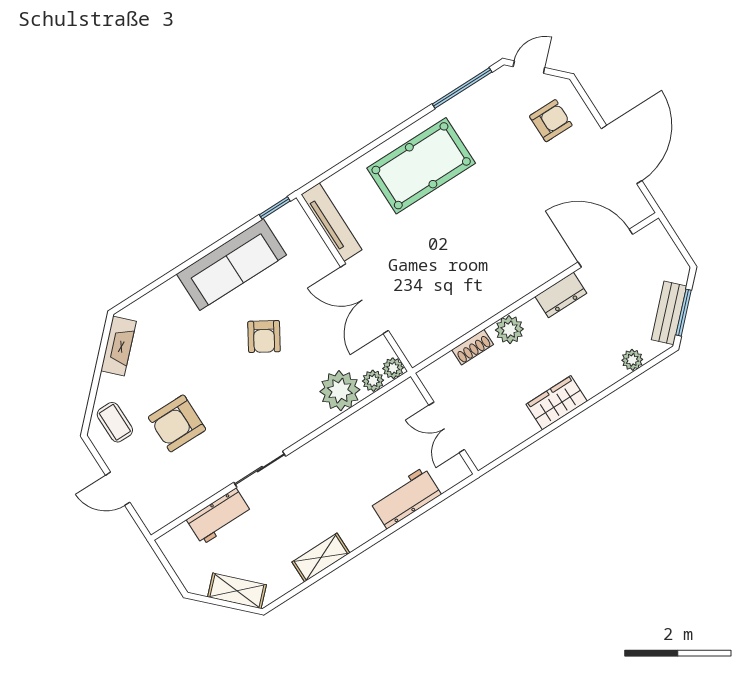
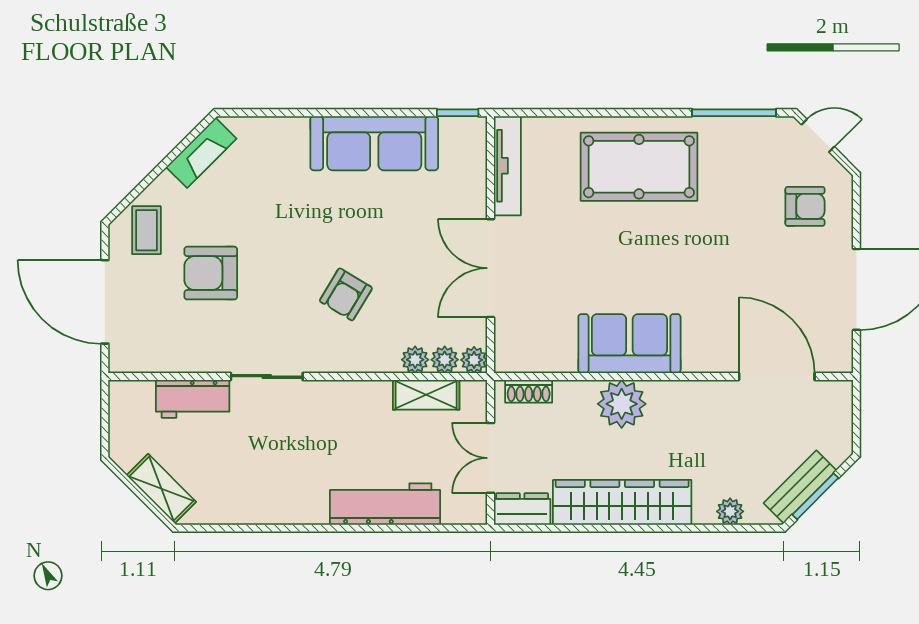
sofa: (491, 290) -> (629, 344), added
dresser: (561, 295) -> (522, 509), moved, turned 180
plant: (509, 330) -> (622, 404), width x1.36, depth x1.36
armchair: (264, 337) -> (346, 294), moved
shoe rack: (473, 347) -> (529, 391), moved
plant: (340, 391) -> (415, 360), width x0.53, depth x0.53
wardrobe: (557, 403) -> (622, 502), width x2.10, depth x1.17
door: (118, 489) -> (105, 302), width x1.87
workbench: (405, 498) -> (385, 504), width x1.38
shelving: (321, 557) -> (426, 395), moved

